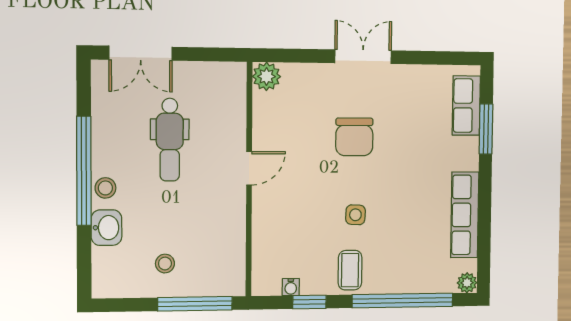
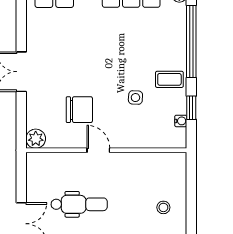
chair: (354, 137) -> (79, 110), moved
side table: (355, 215) -> (135, 98), moved
window: (195, 304) -> (191, 187), removed

